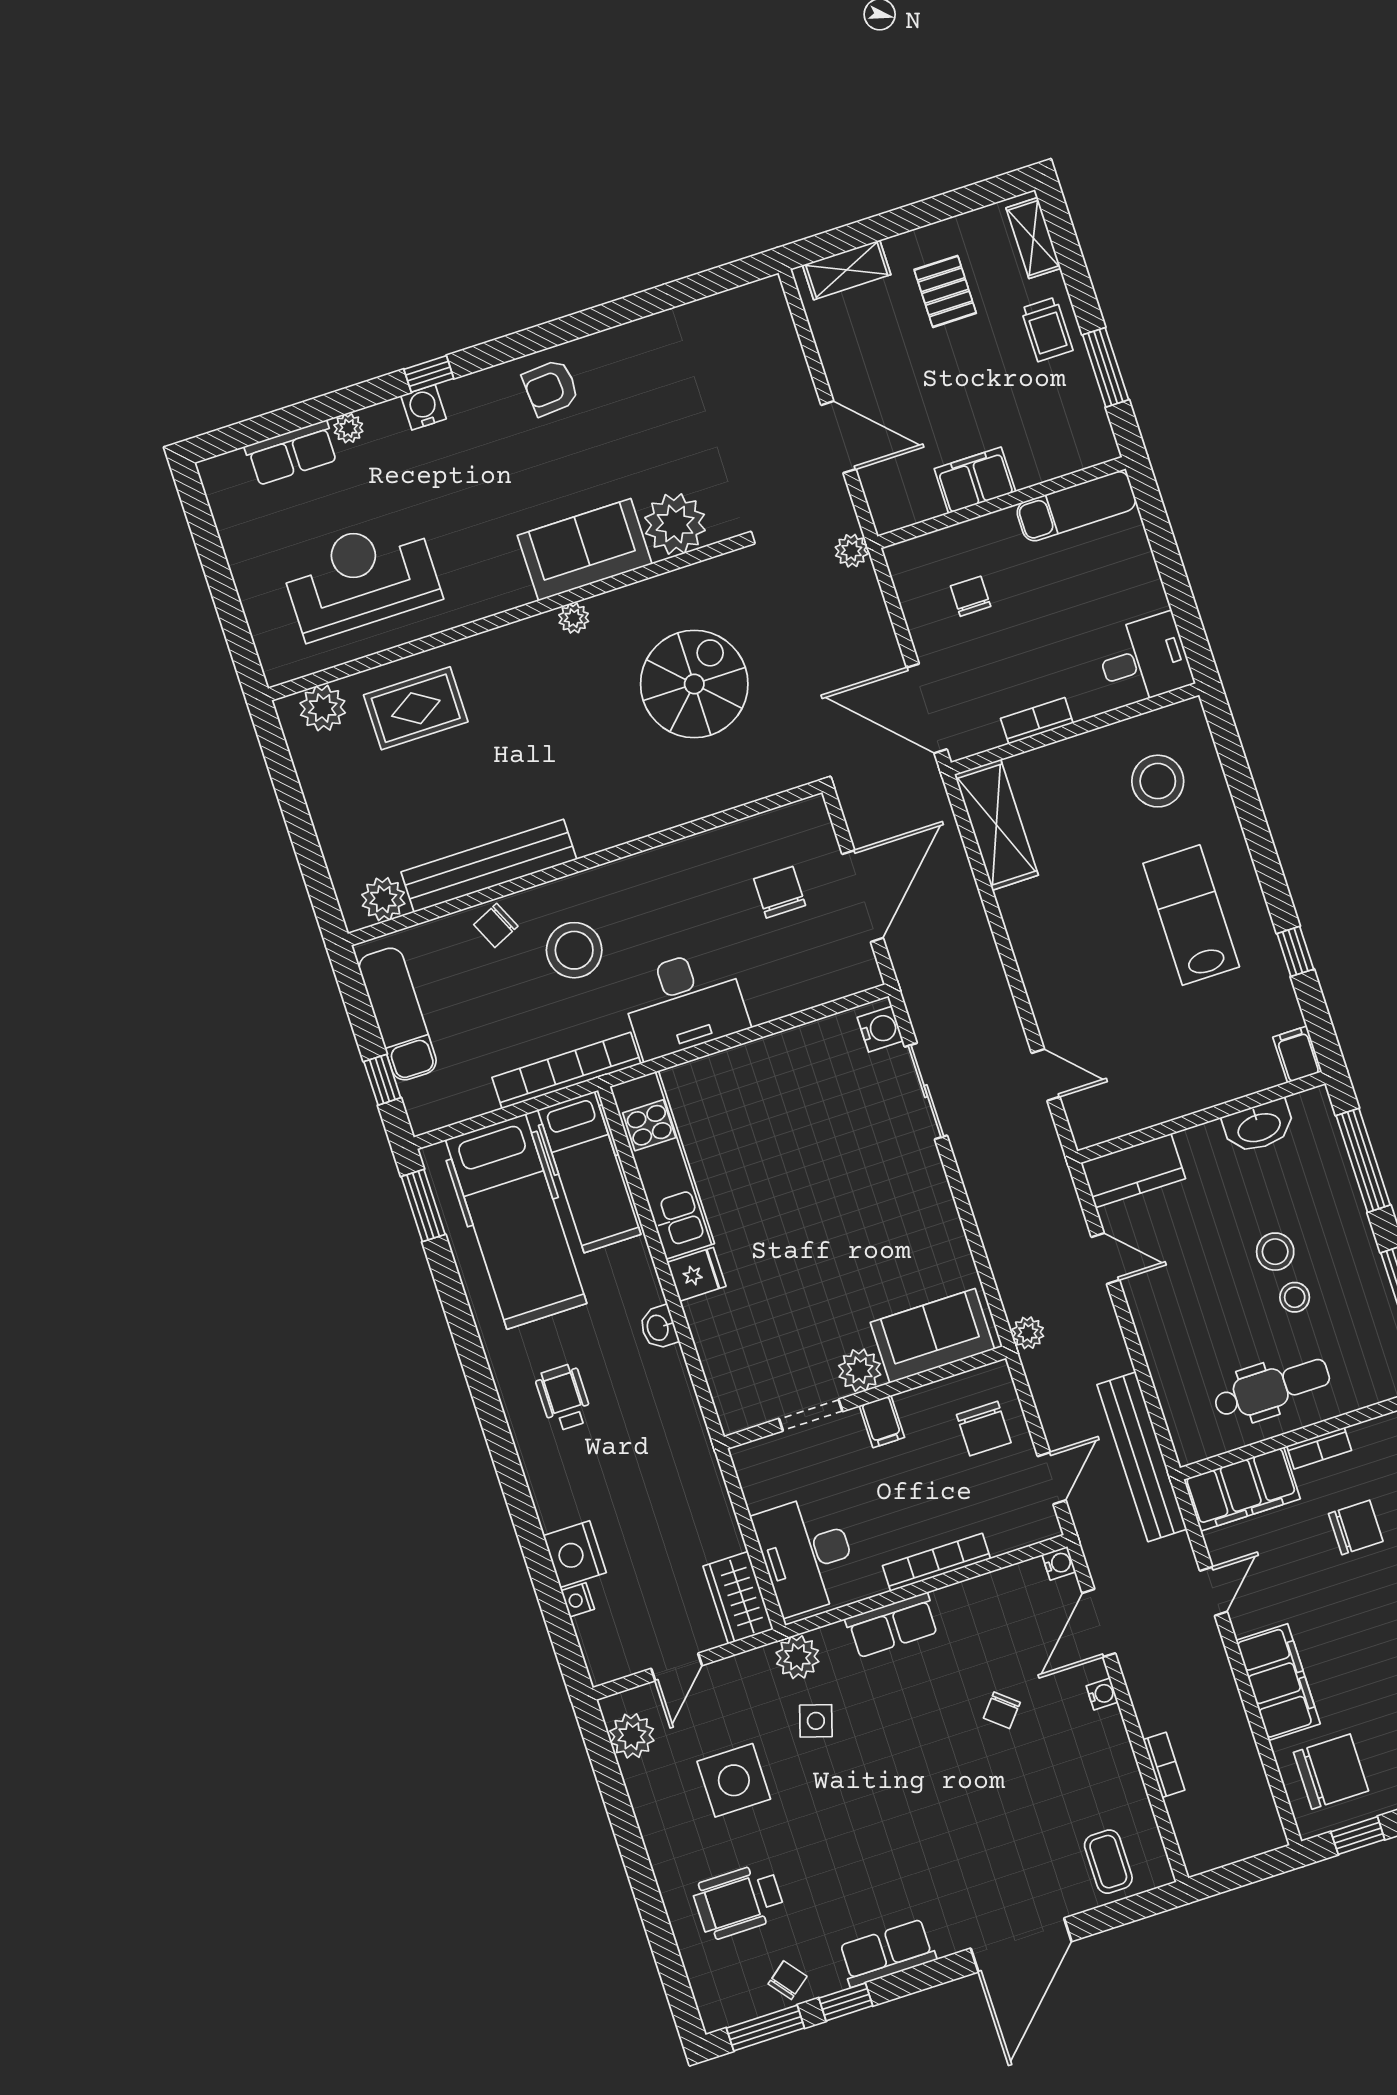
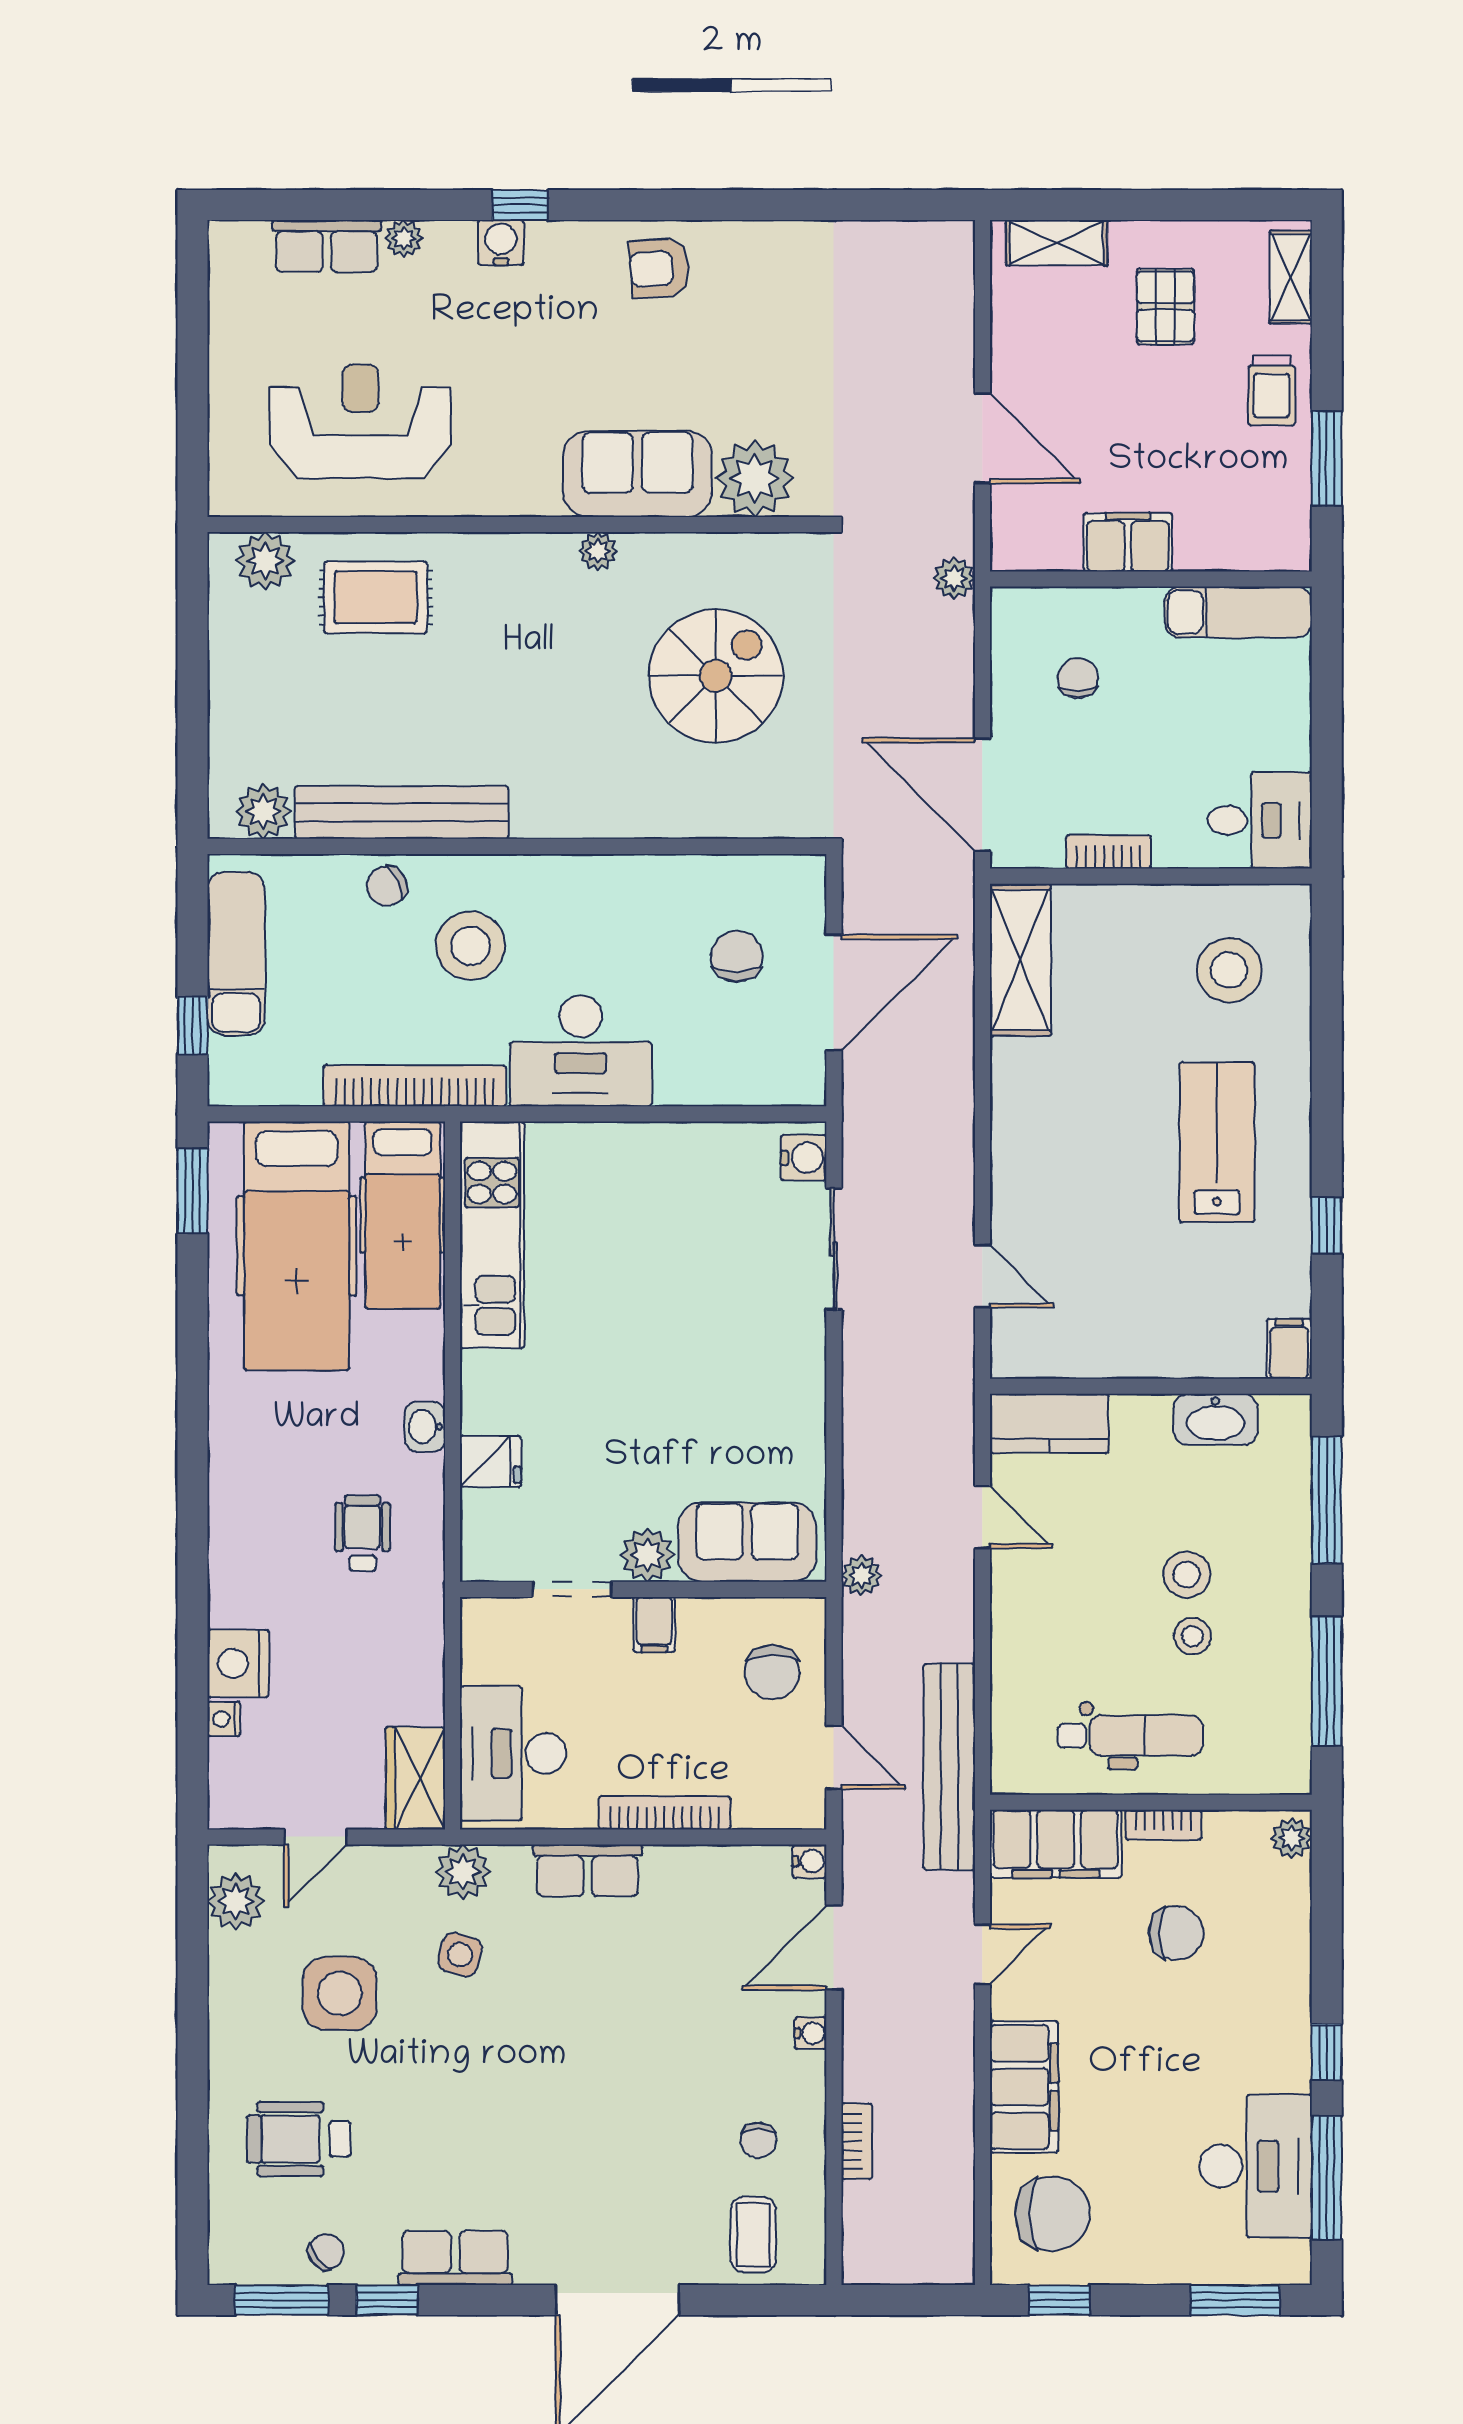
fridge: (696, 1274) -> (491, 1461), moved
wheelchair: (564, 1398) -> (362, 1533), moved
door: (1052, 1478) -> (834, 1757), hinge flipped
chair: (1002, 1710) -> (758, 2140), moved, turned -40

